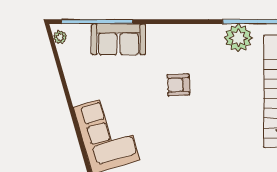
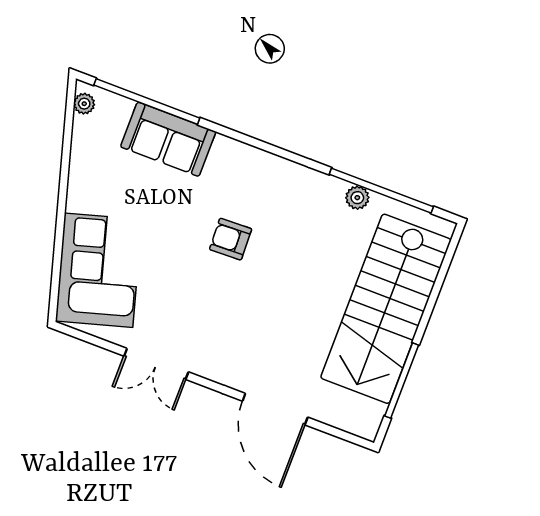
plant: (238, 38) -> (357, 198), width x0.53, depth x0.53

